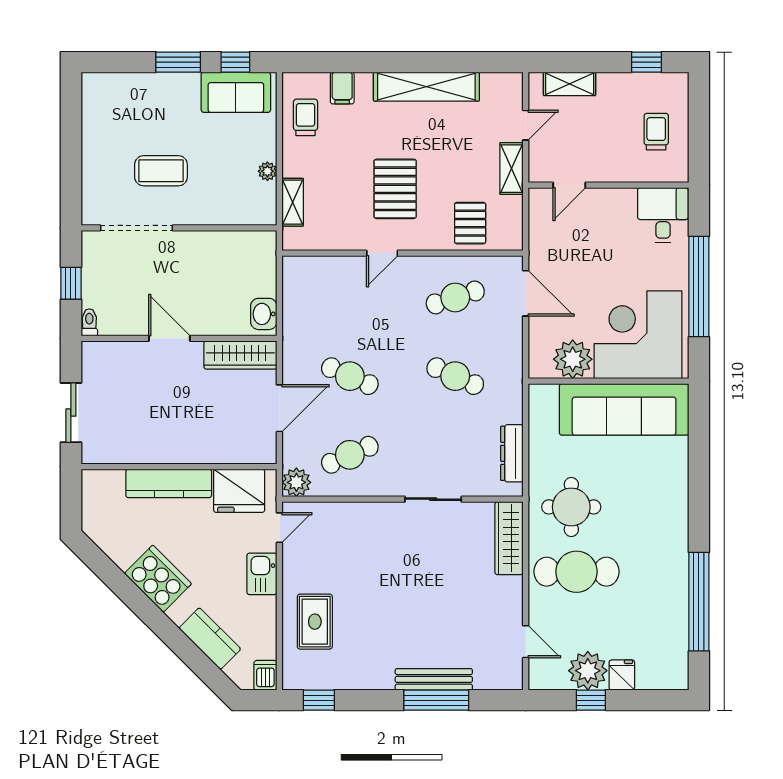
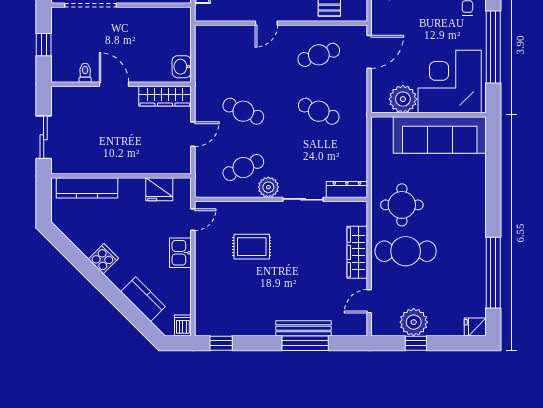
door: (526, 293) -> (369, 52), hinge flipped
toilet: (89, 322) -> (85, 73), moved
door: (279, 408) -> (193, 134), width x0.73
dresser: (512, 453) -> (347, 190), moved, turned 90
plant: (296, 482) -> (268, 187), moved
kitchen counter: (169, 483) -> (87, 188), moved
fridge: (239, 491) -> (159, 189), width x0.73, depth x0.75
wardrobe: (509, 538) -> (357, 252), moved
cooker: (158, 579) -> (103, 259), width x0.53, depth x0.76
rug: (315, 622) -> (252, 247), moved, turned 90
door: (526, 642) -> (369, 301), swing flipped
fridge: (622, 675) -> (475, 327), moved, turned -90

